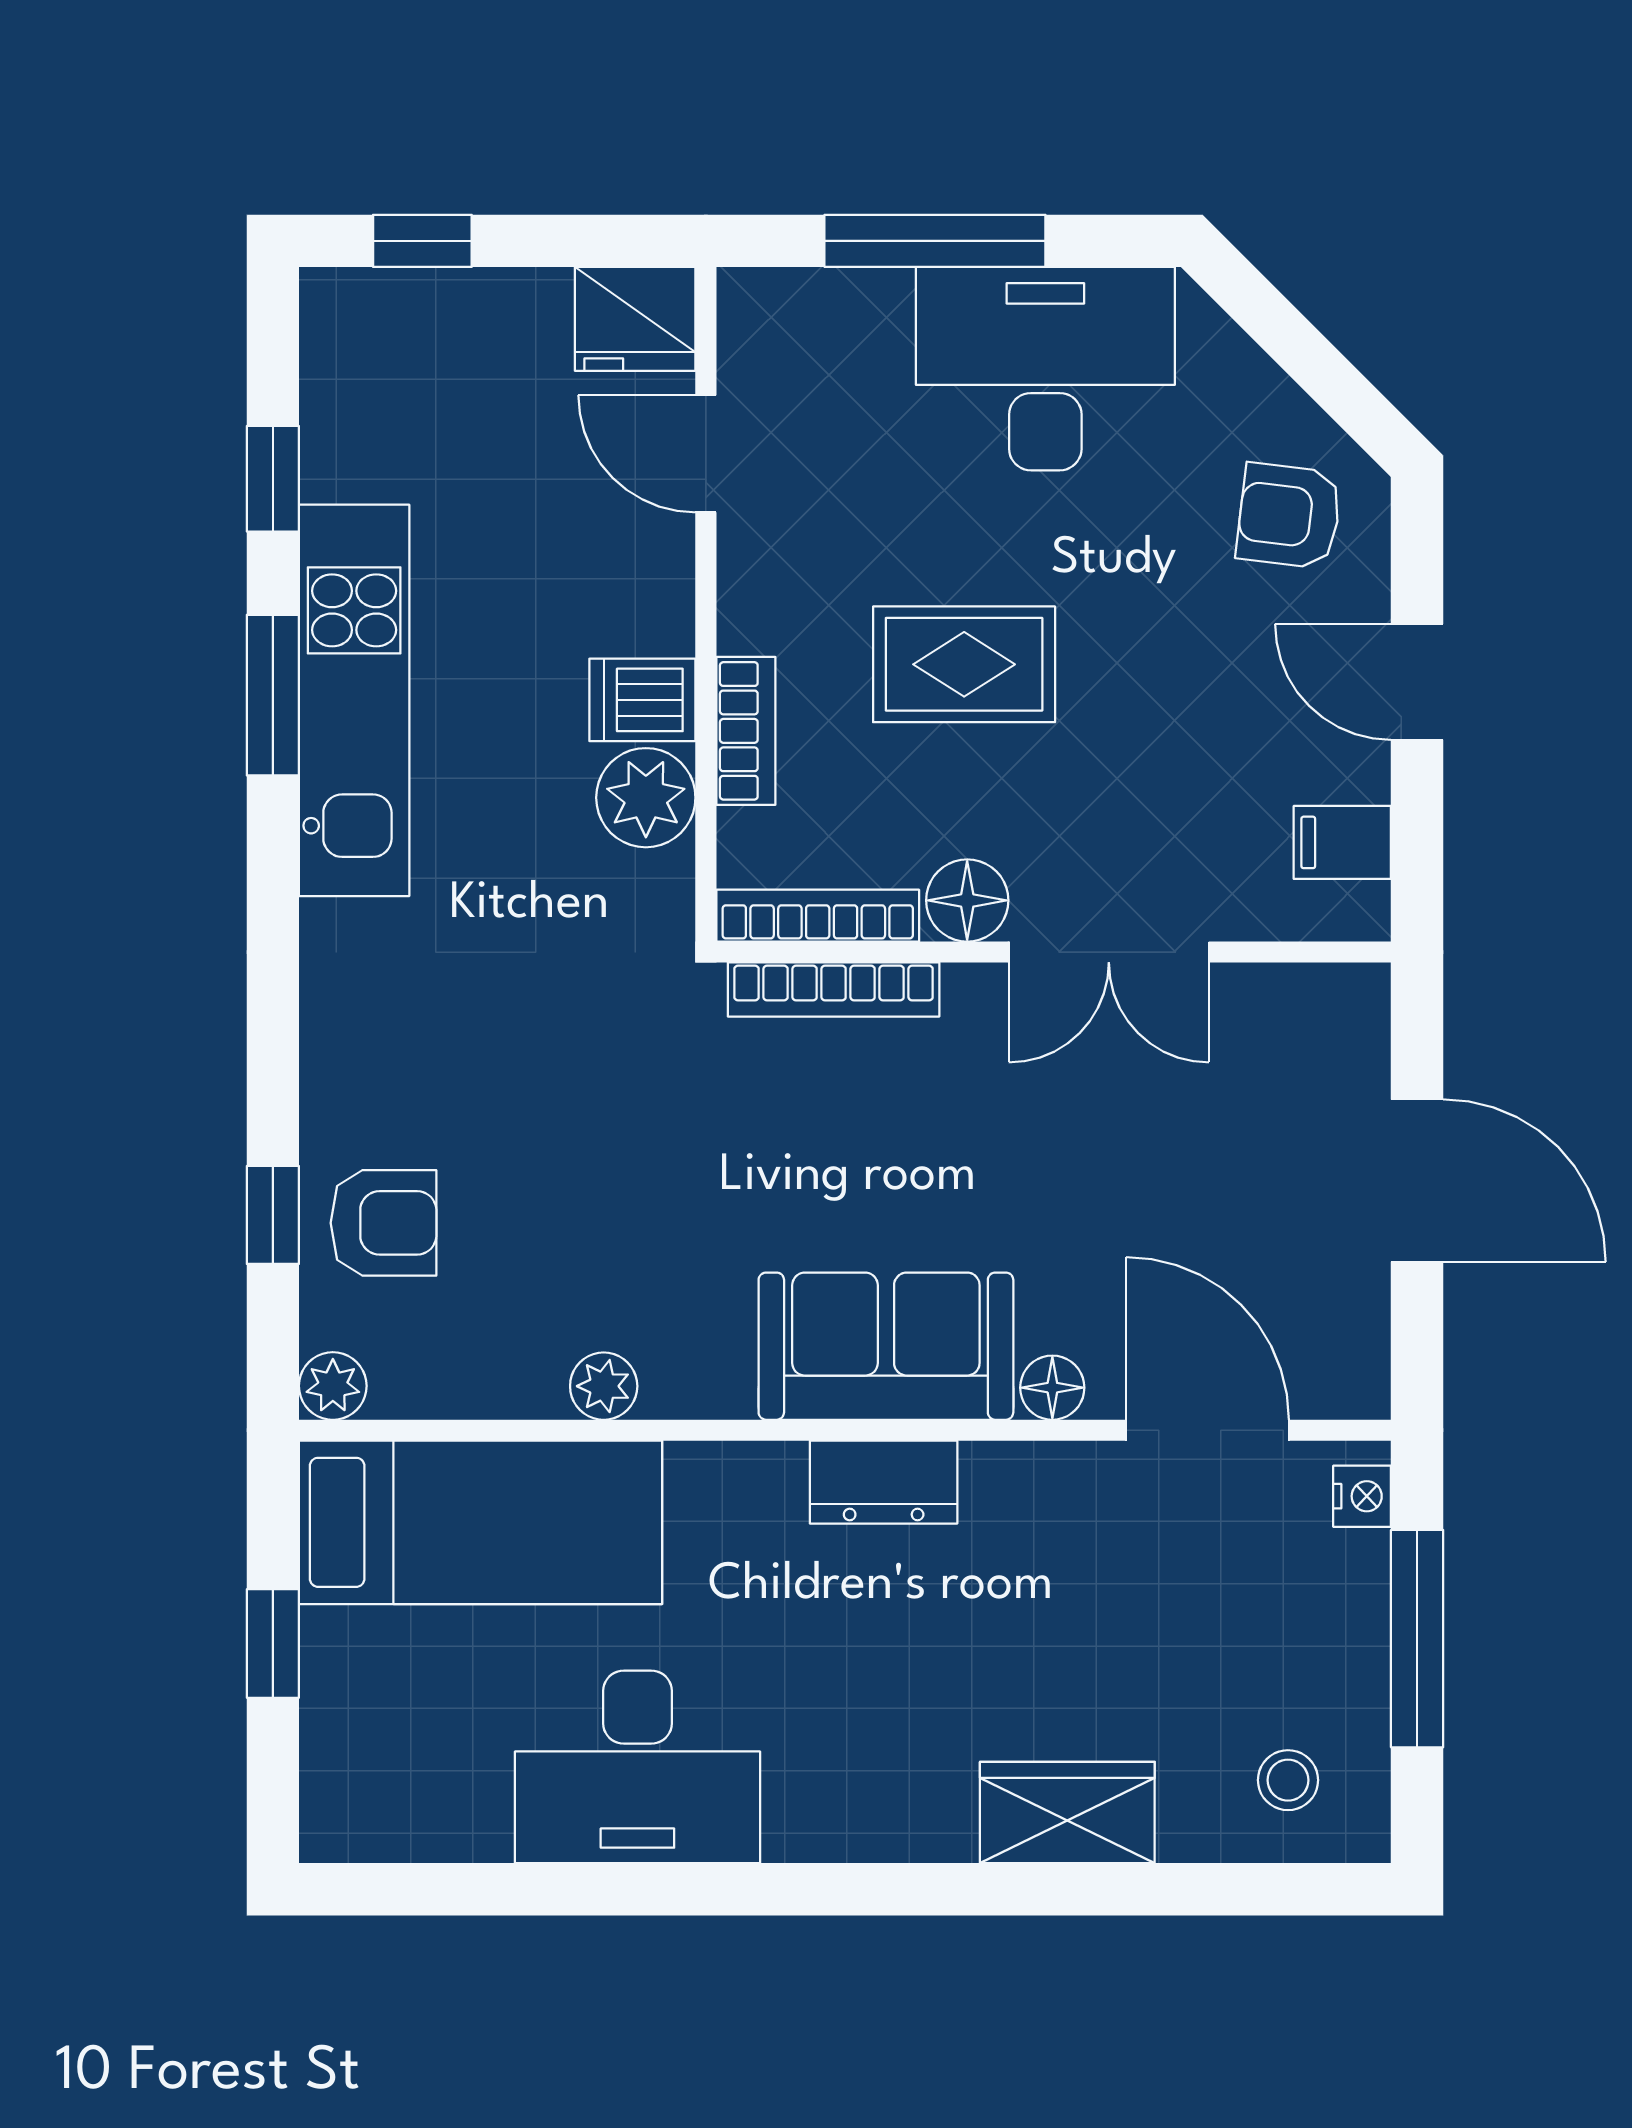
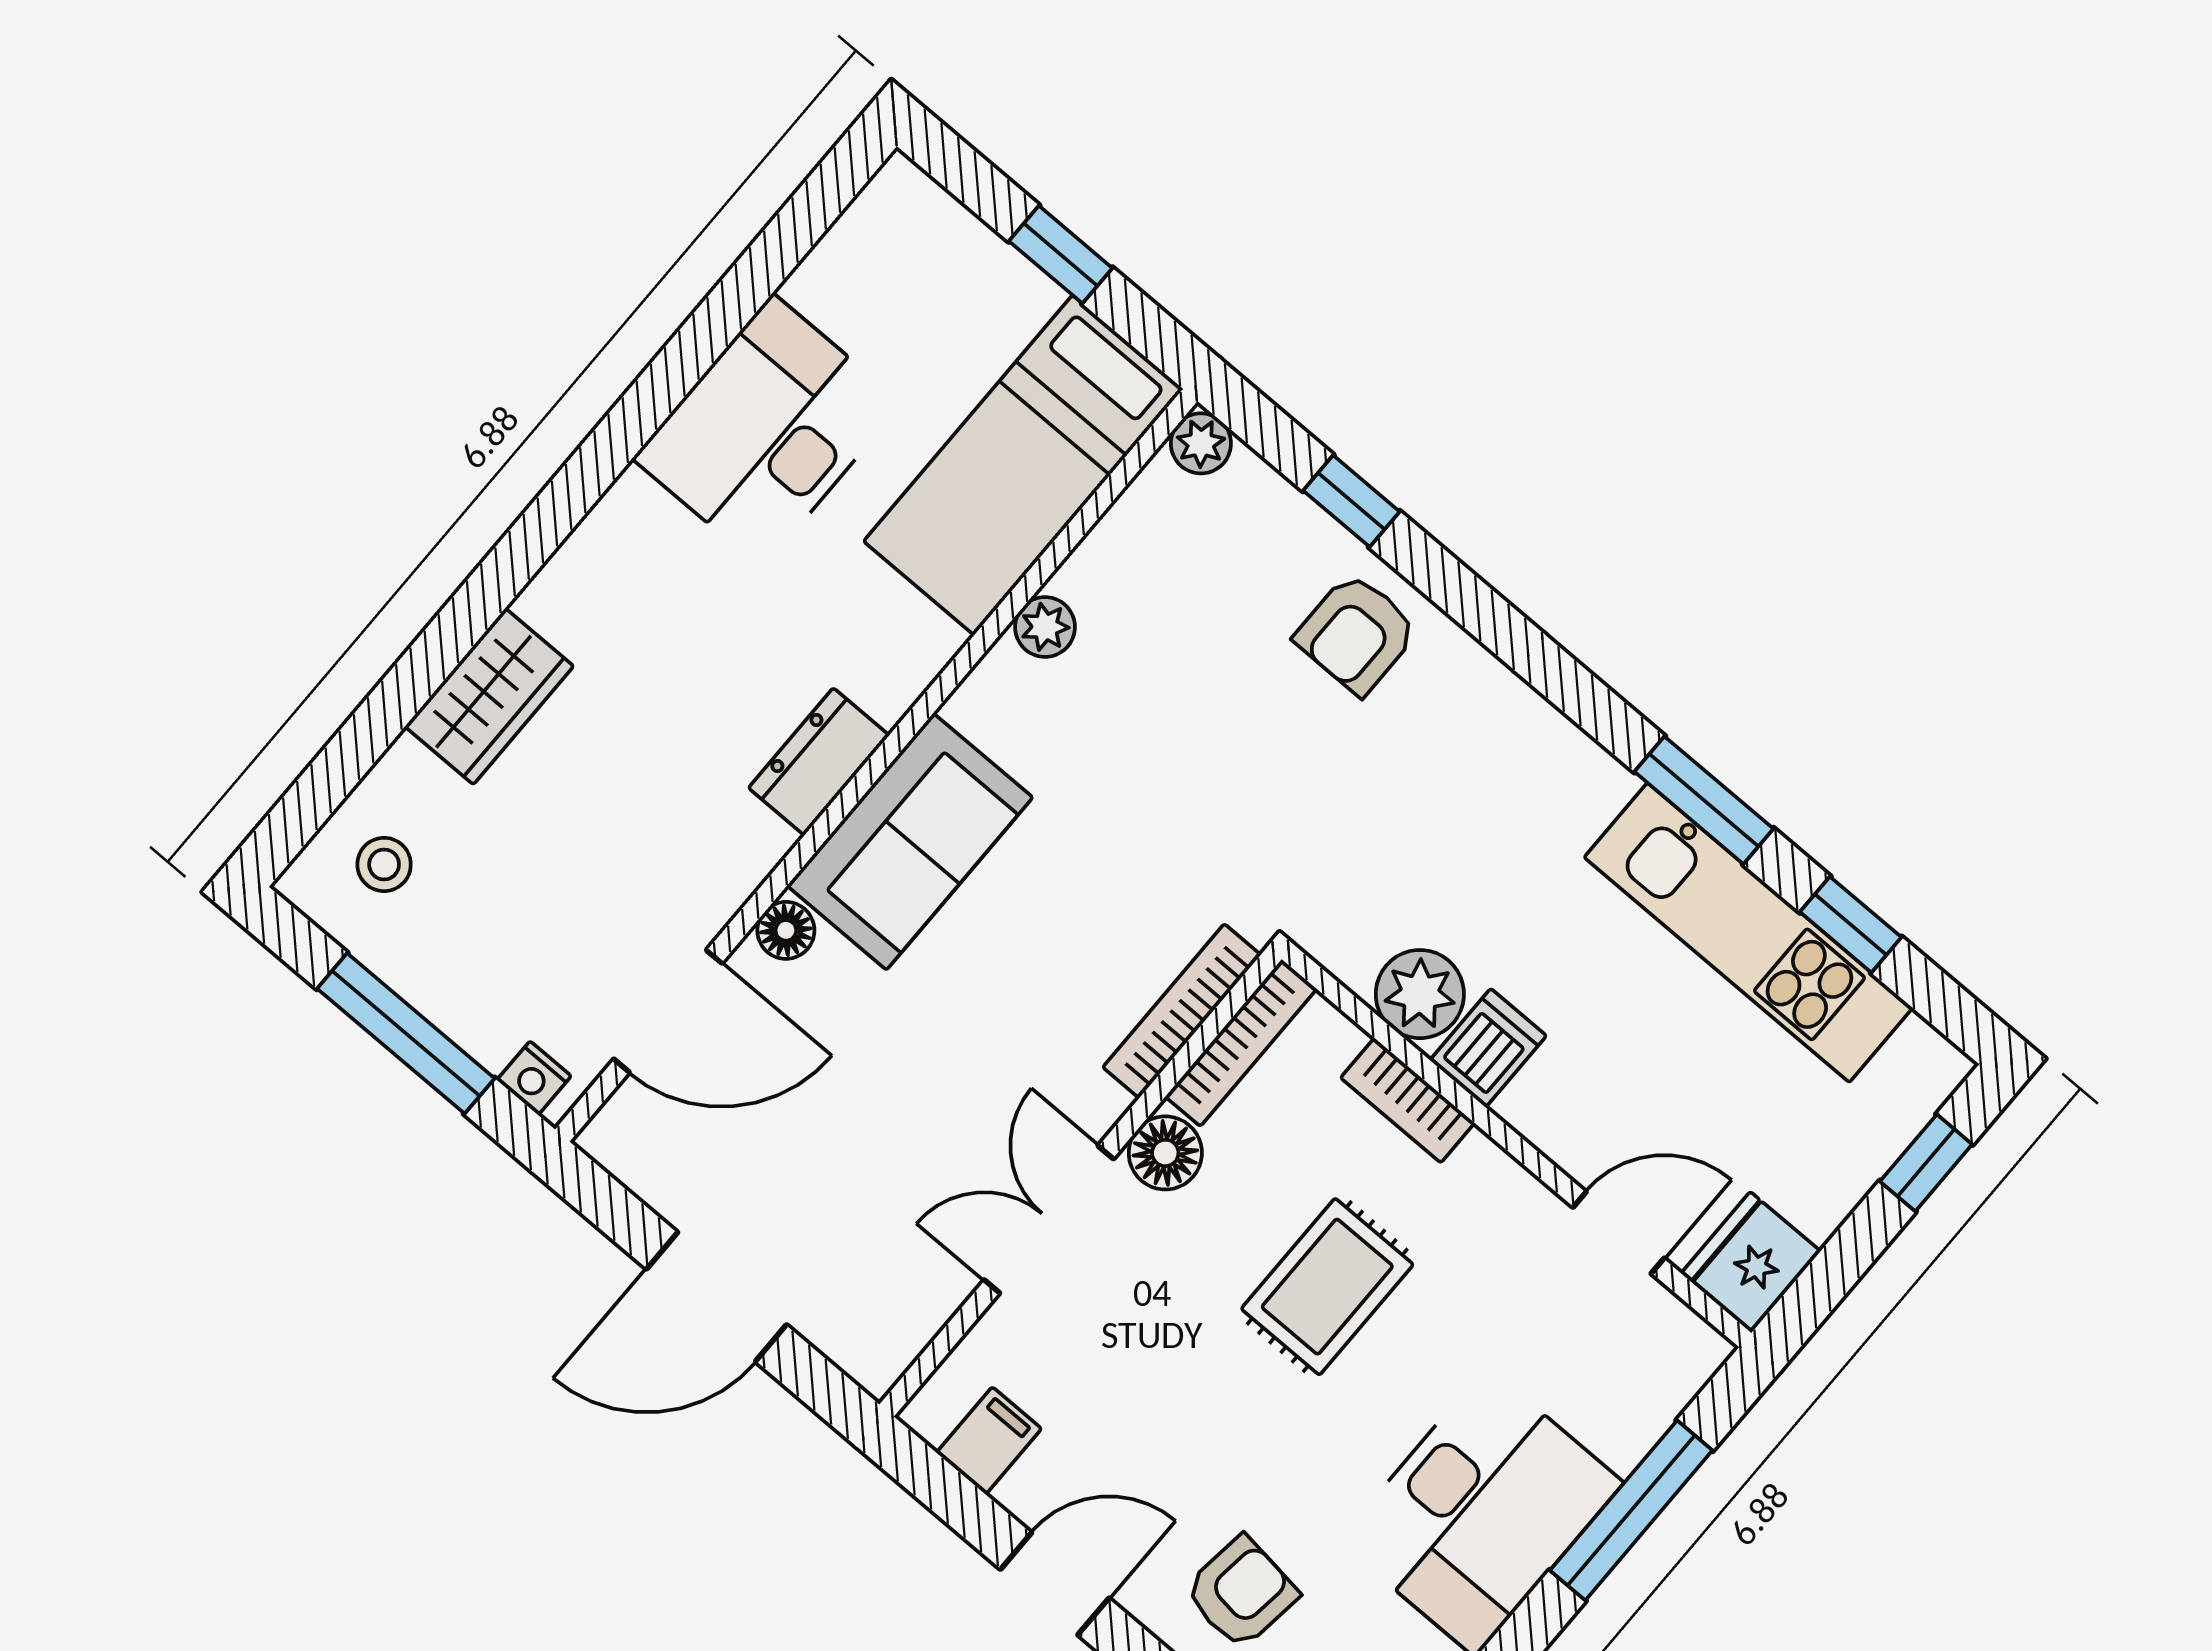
kitchen unit: (354, 700) -> (1748, 933), moved
armchair: (384, 1223) -> (1357, 634), moved

